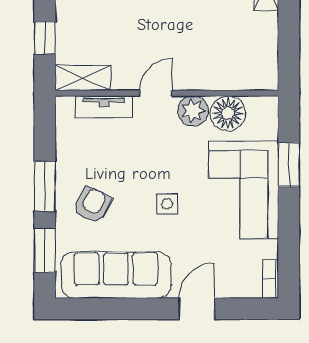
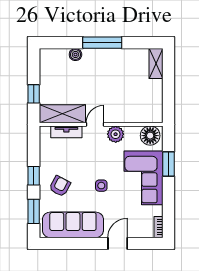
shelving: (83, 78) -> (62, 114), width x1.50, depth x1.33
floor lamp: (228, 113) -> (150, 136), moved
window: (45, 186) -> (34, 176), width x0.67

